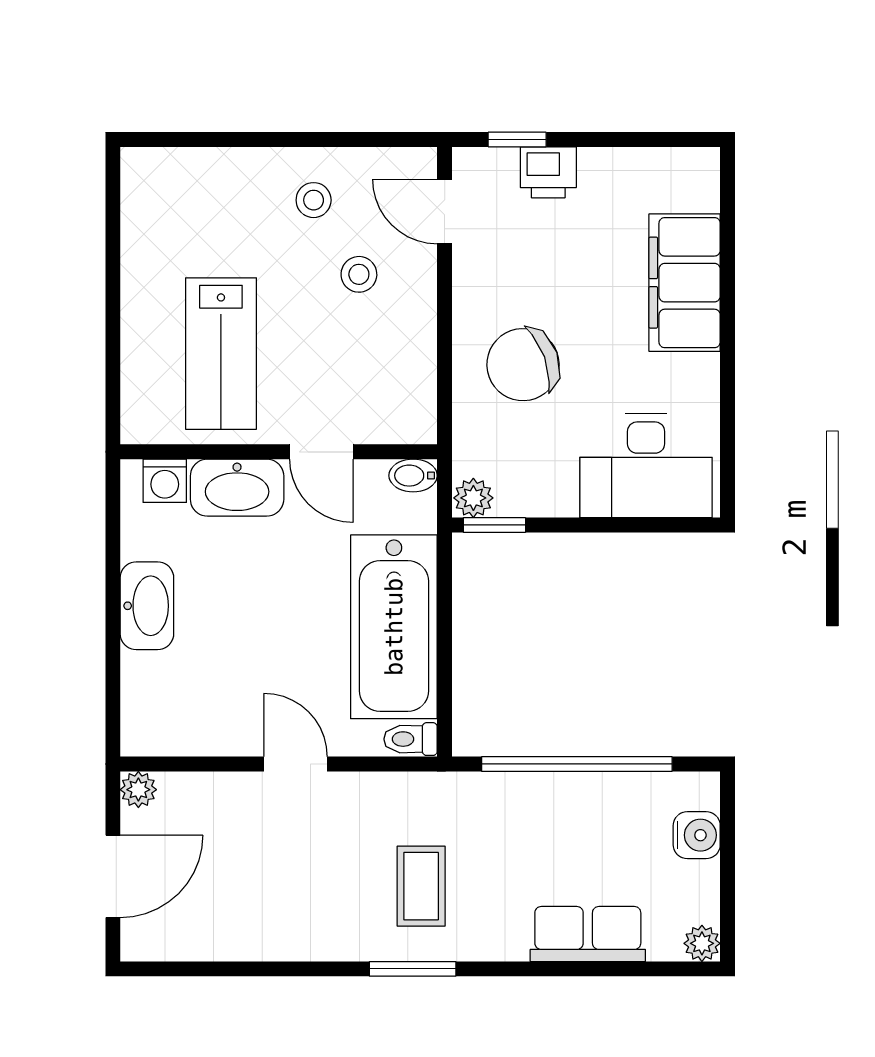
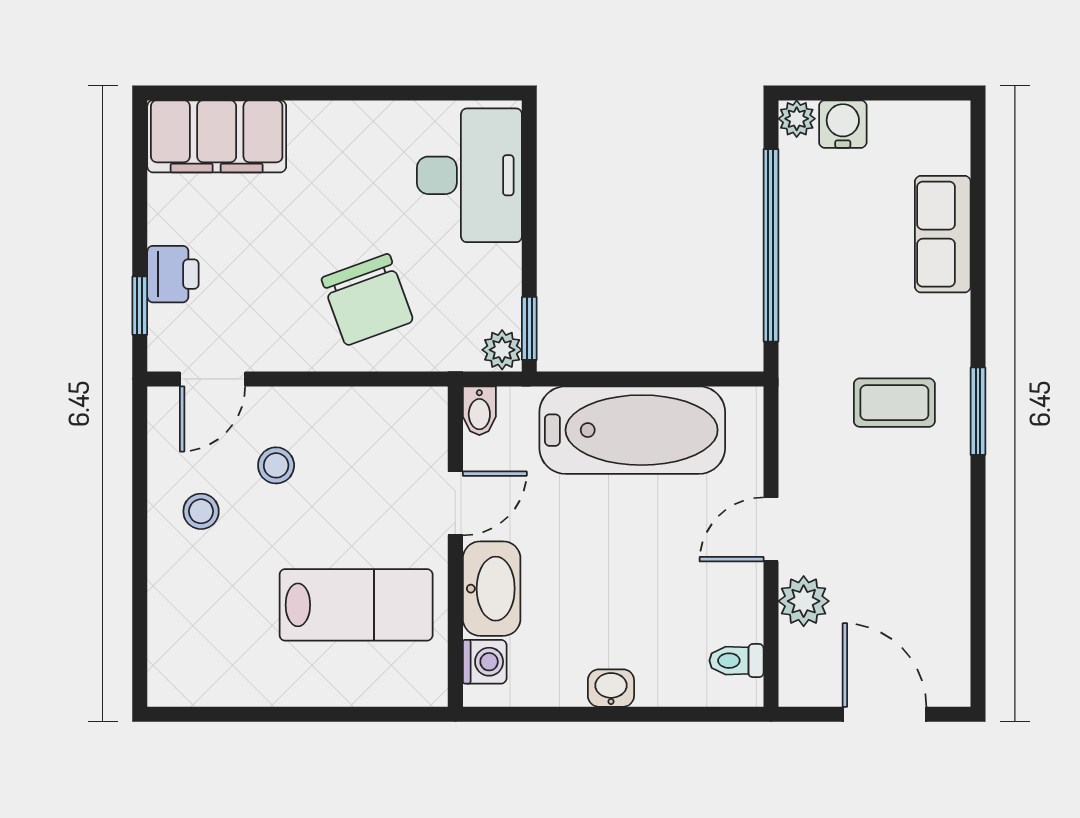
filing cabinet: (685, 283) -> (217, 136), moved
washbasin: (147, 606) -> (611, 688), width x0.52, depth x0.69
toilet: (411, 739) -> (736, 661), moved, turned 90
plant: (138, 790) -> (804, 601), moved, width x1.38, depth x1.38
plant: (702, 943) -> (797, 119), moved

